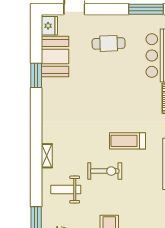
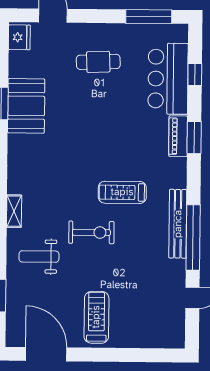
booth: (55, 56) -> (26, 106), moved

